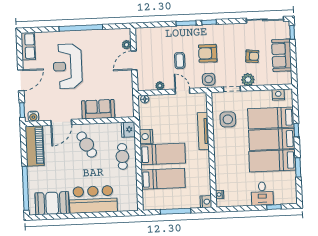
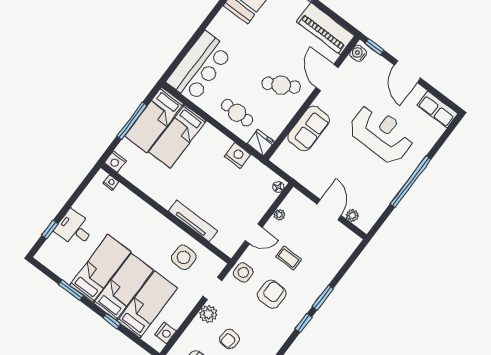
bed: (163, 154) -> (154, 120), moved
bar counter: (93, 199) -> (200, 67), moved

